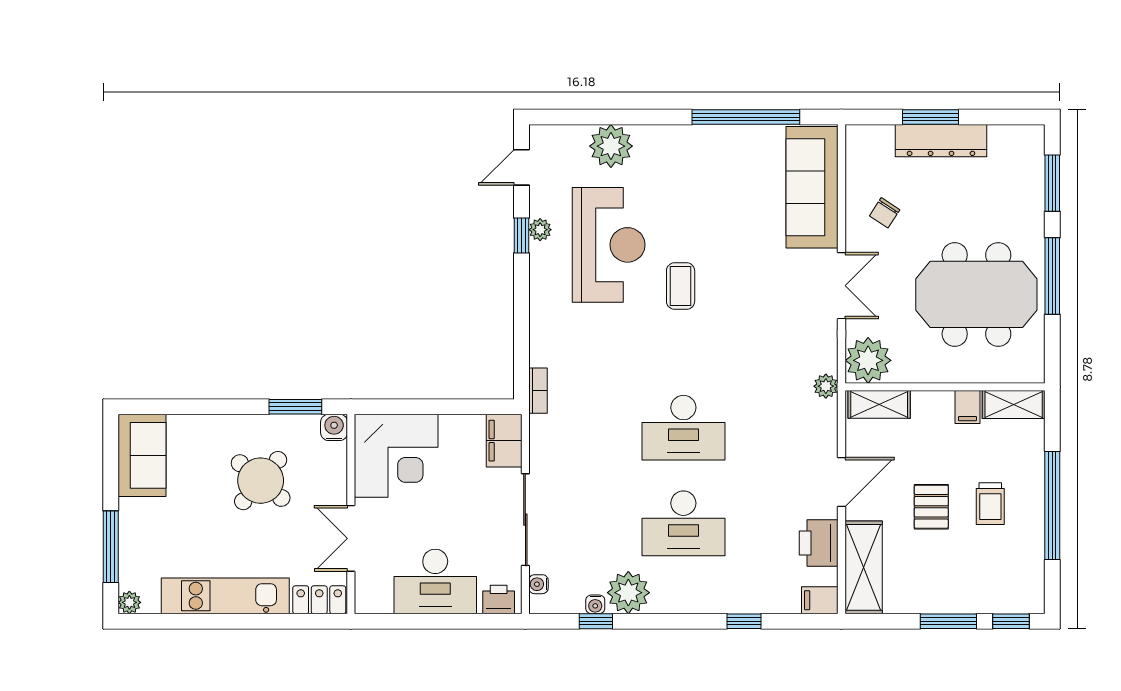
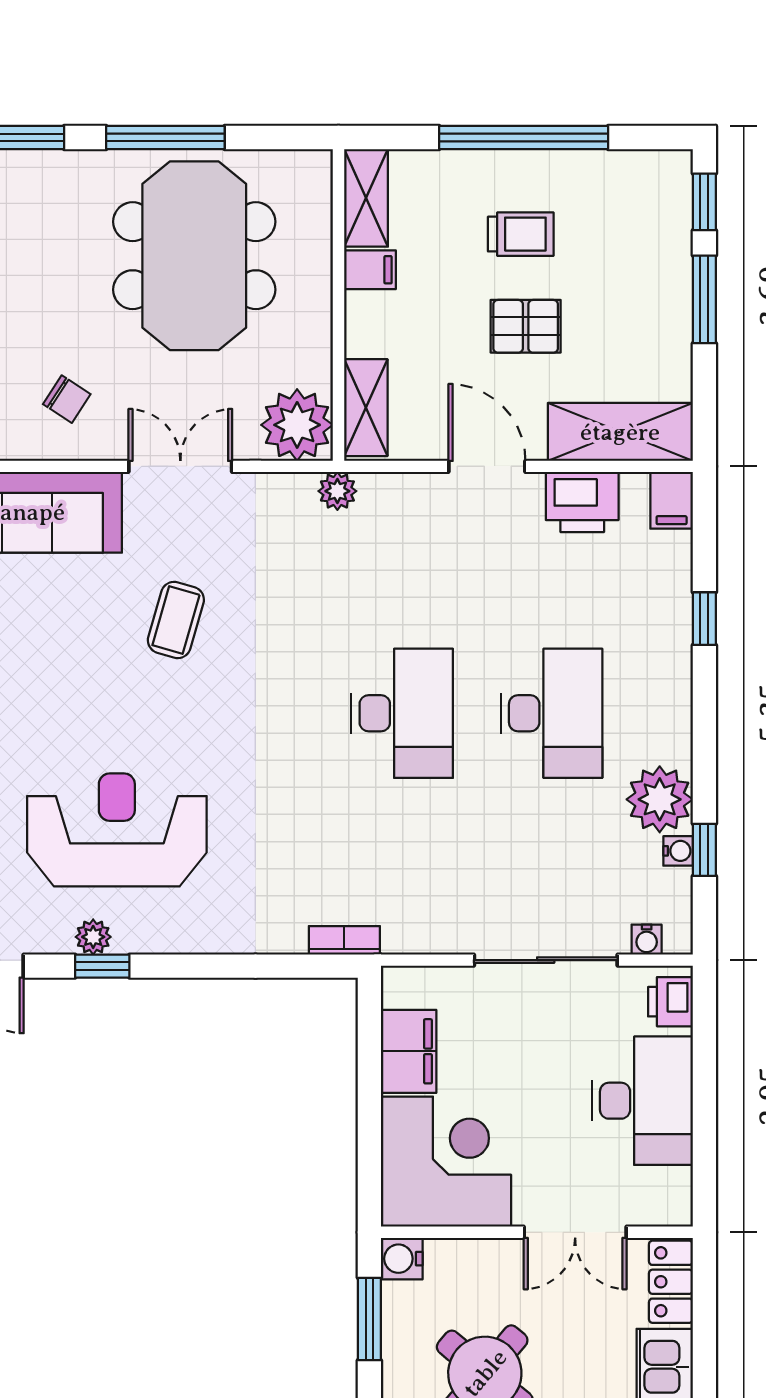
coffee table: (681, 286) -> (176, 620), moved, turned -74
filing cabinet: (504, 441) -> (409, 1051), moved, turned -90

